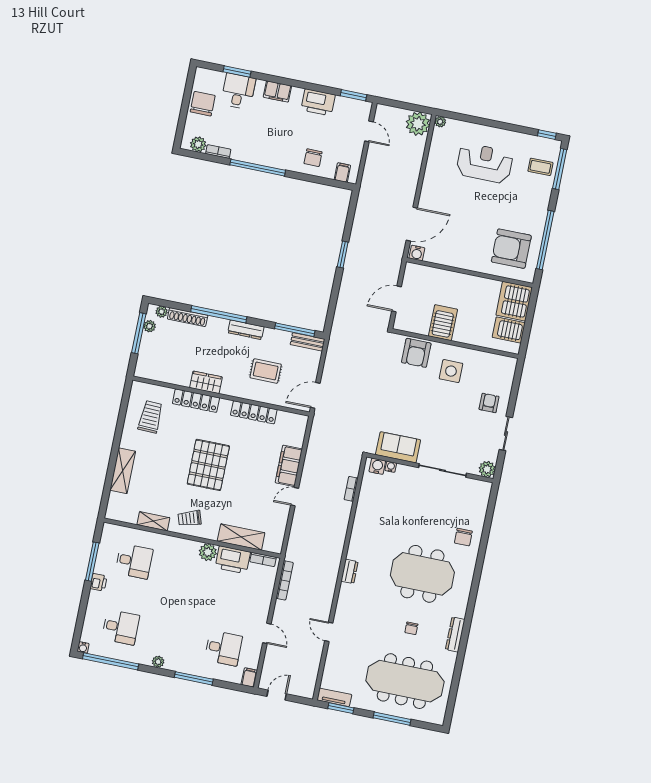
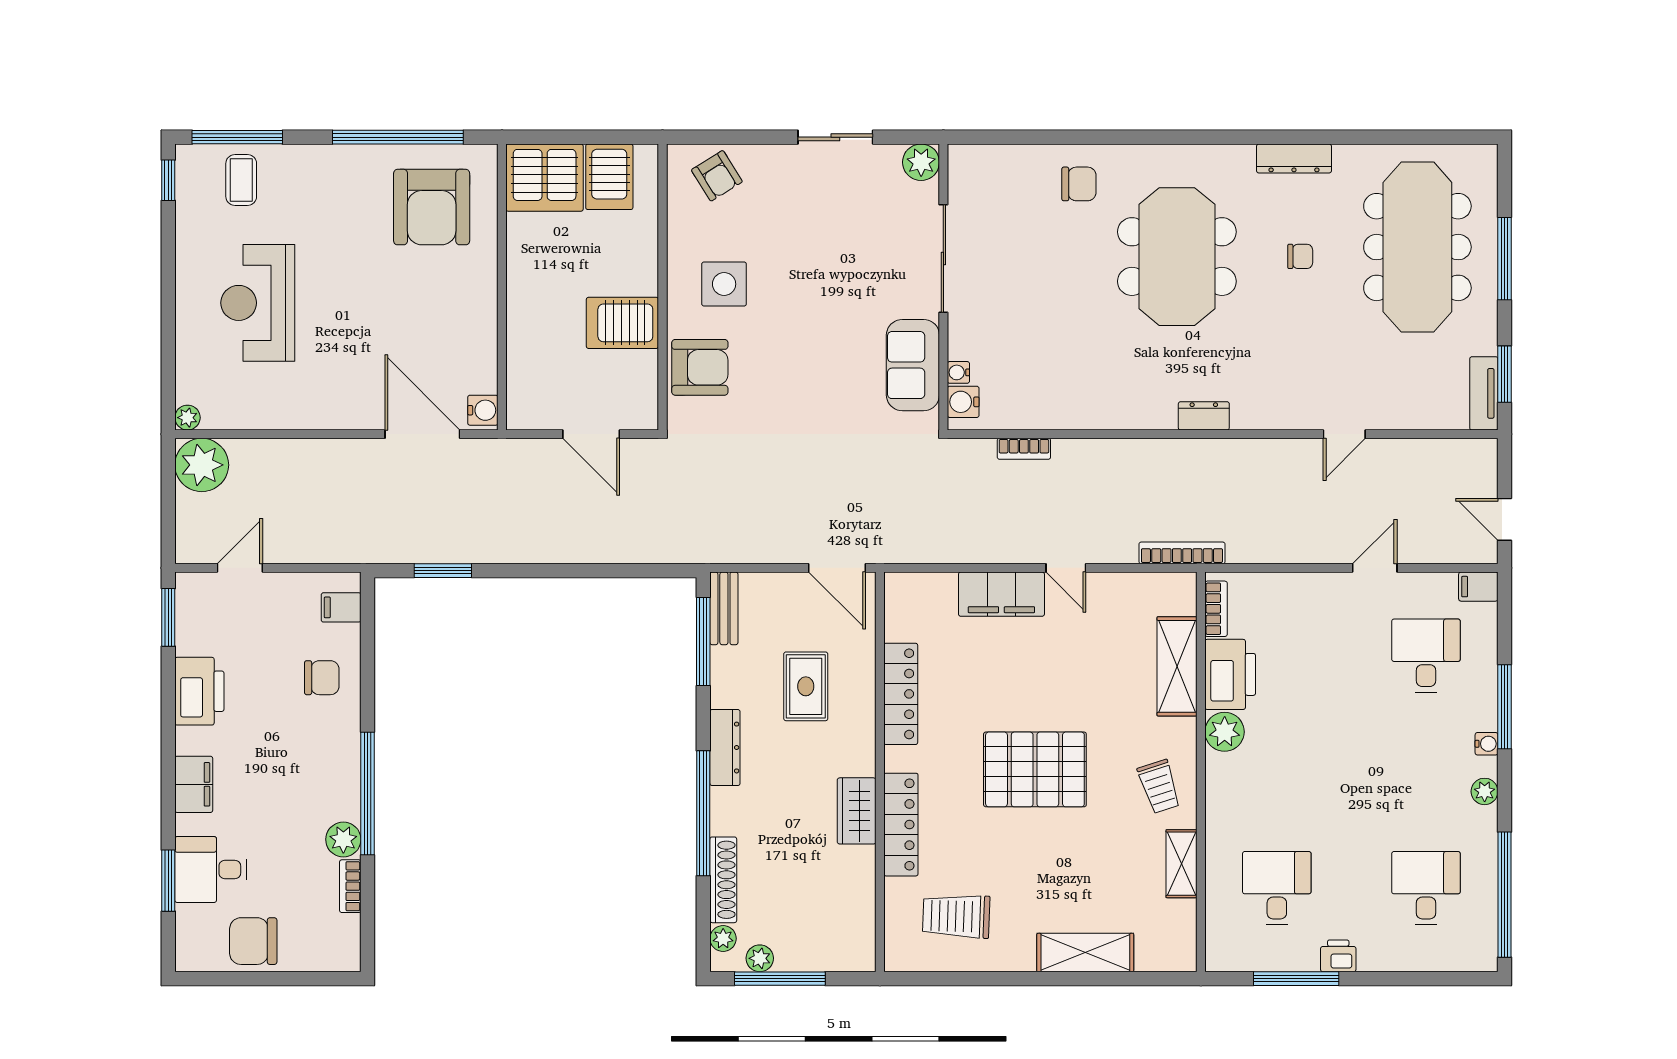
plant: (198, 144) -> (343, 839), moved
window: (343, 255) -> (443, 571), moved
armchair: (489, 403) -> (717, 176), moved, turned -122
bookcase: (285, 580) -> (1182, 553), moved
water cooler: (83, 647) -> (1487, 744), moved

